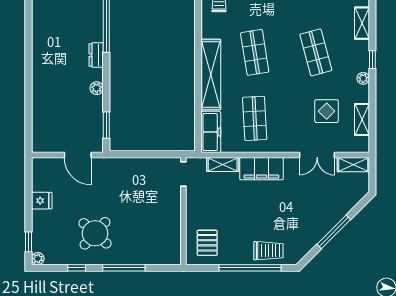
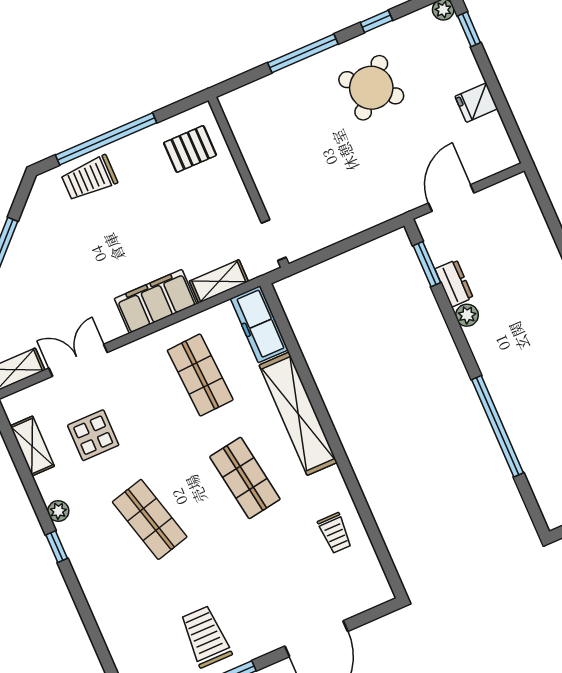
shelving: (362, 23) -> (98, 596), removed
dresser: (96, 55) -> (454, 283), moved
door: (78, 155) -> (451, 198), hinge flipped
pallet: (207, 243) -> (190, 149), turned 90

